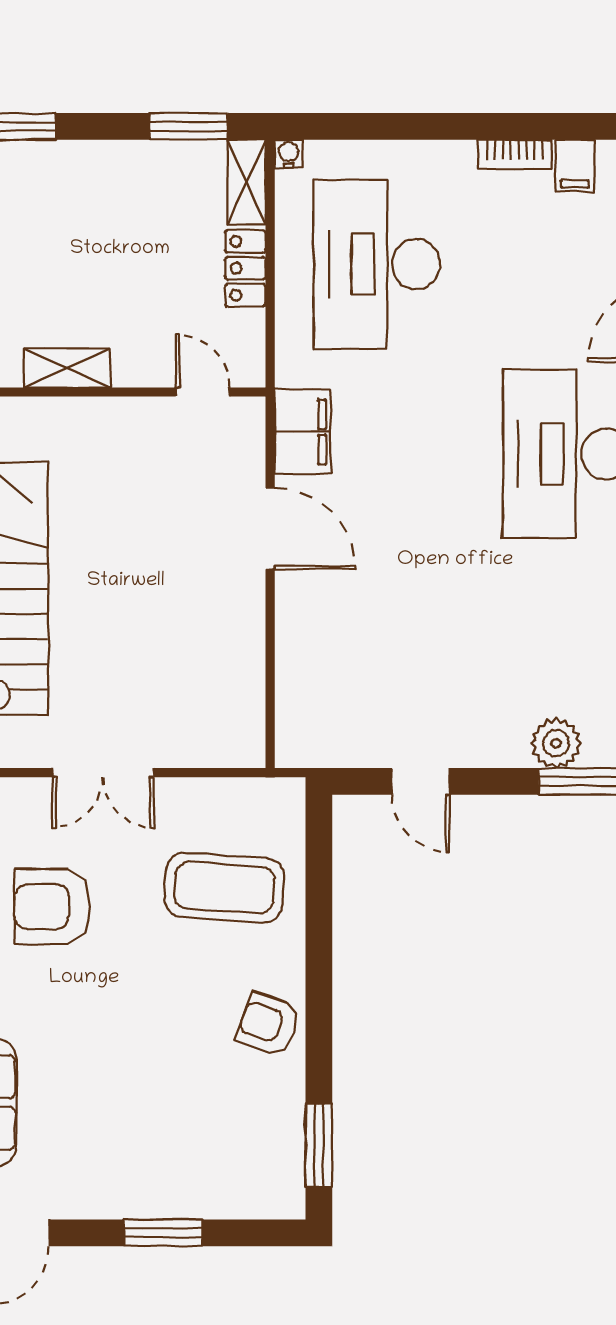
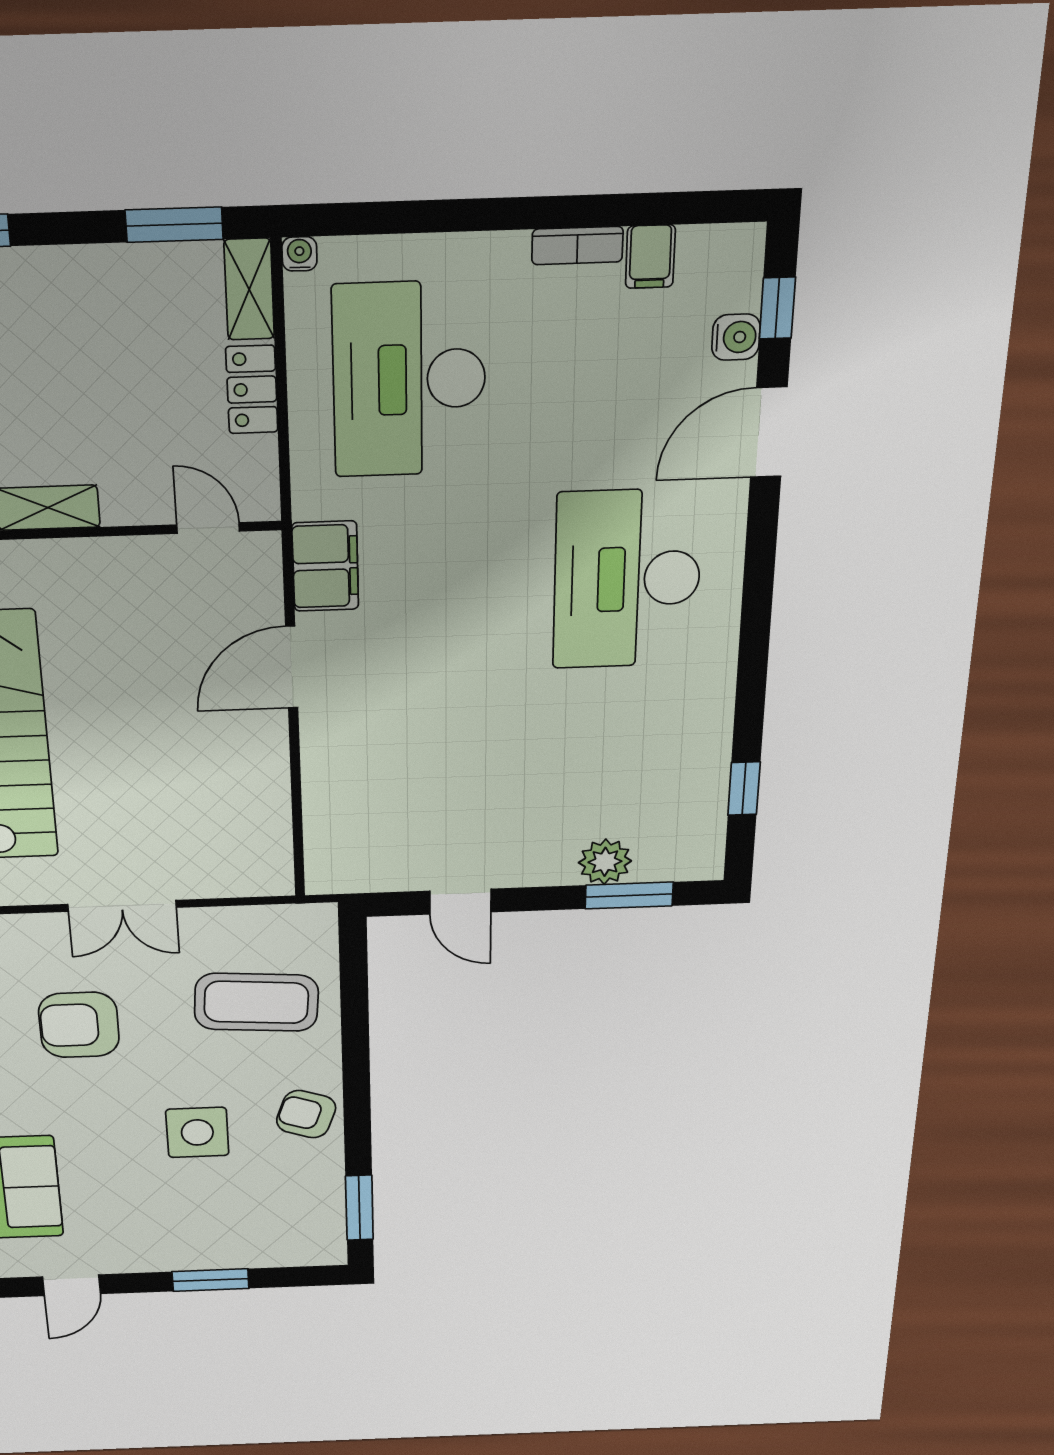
door: (270, 529) -> (292, 667), swing flipped
side table: (160, 1042) -> (197, 1132), added

